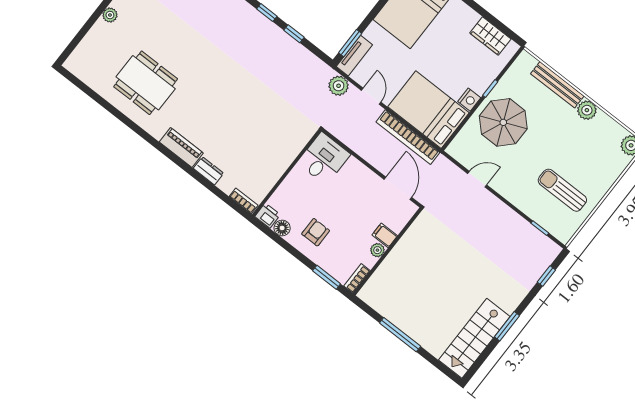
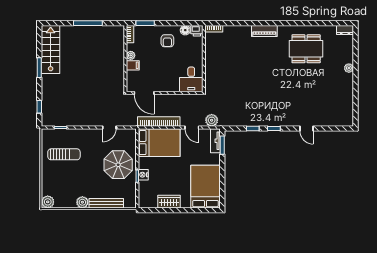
wardrobe: (490, 36) -> (169, 202), moved
nightstand: (469, 100) -> (143, 175), moved
dresser: (208, 171) -> (345, 30), moved

